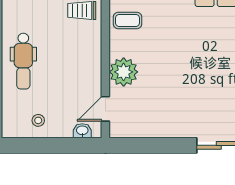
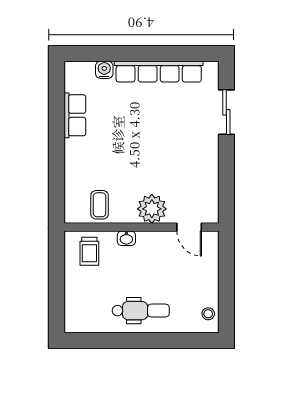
stool: (38, 120) -> (208, 314), moved
washbasin: (82, 131) -> (126, 238), moved, turned -90

